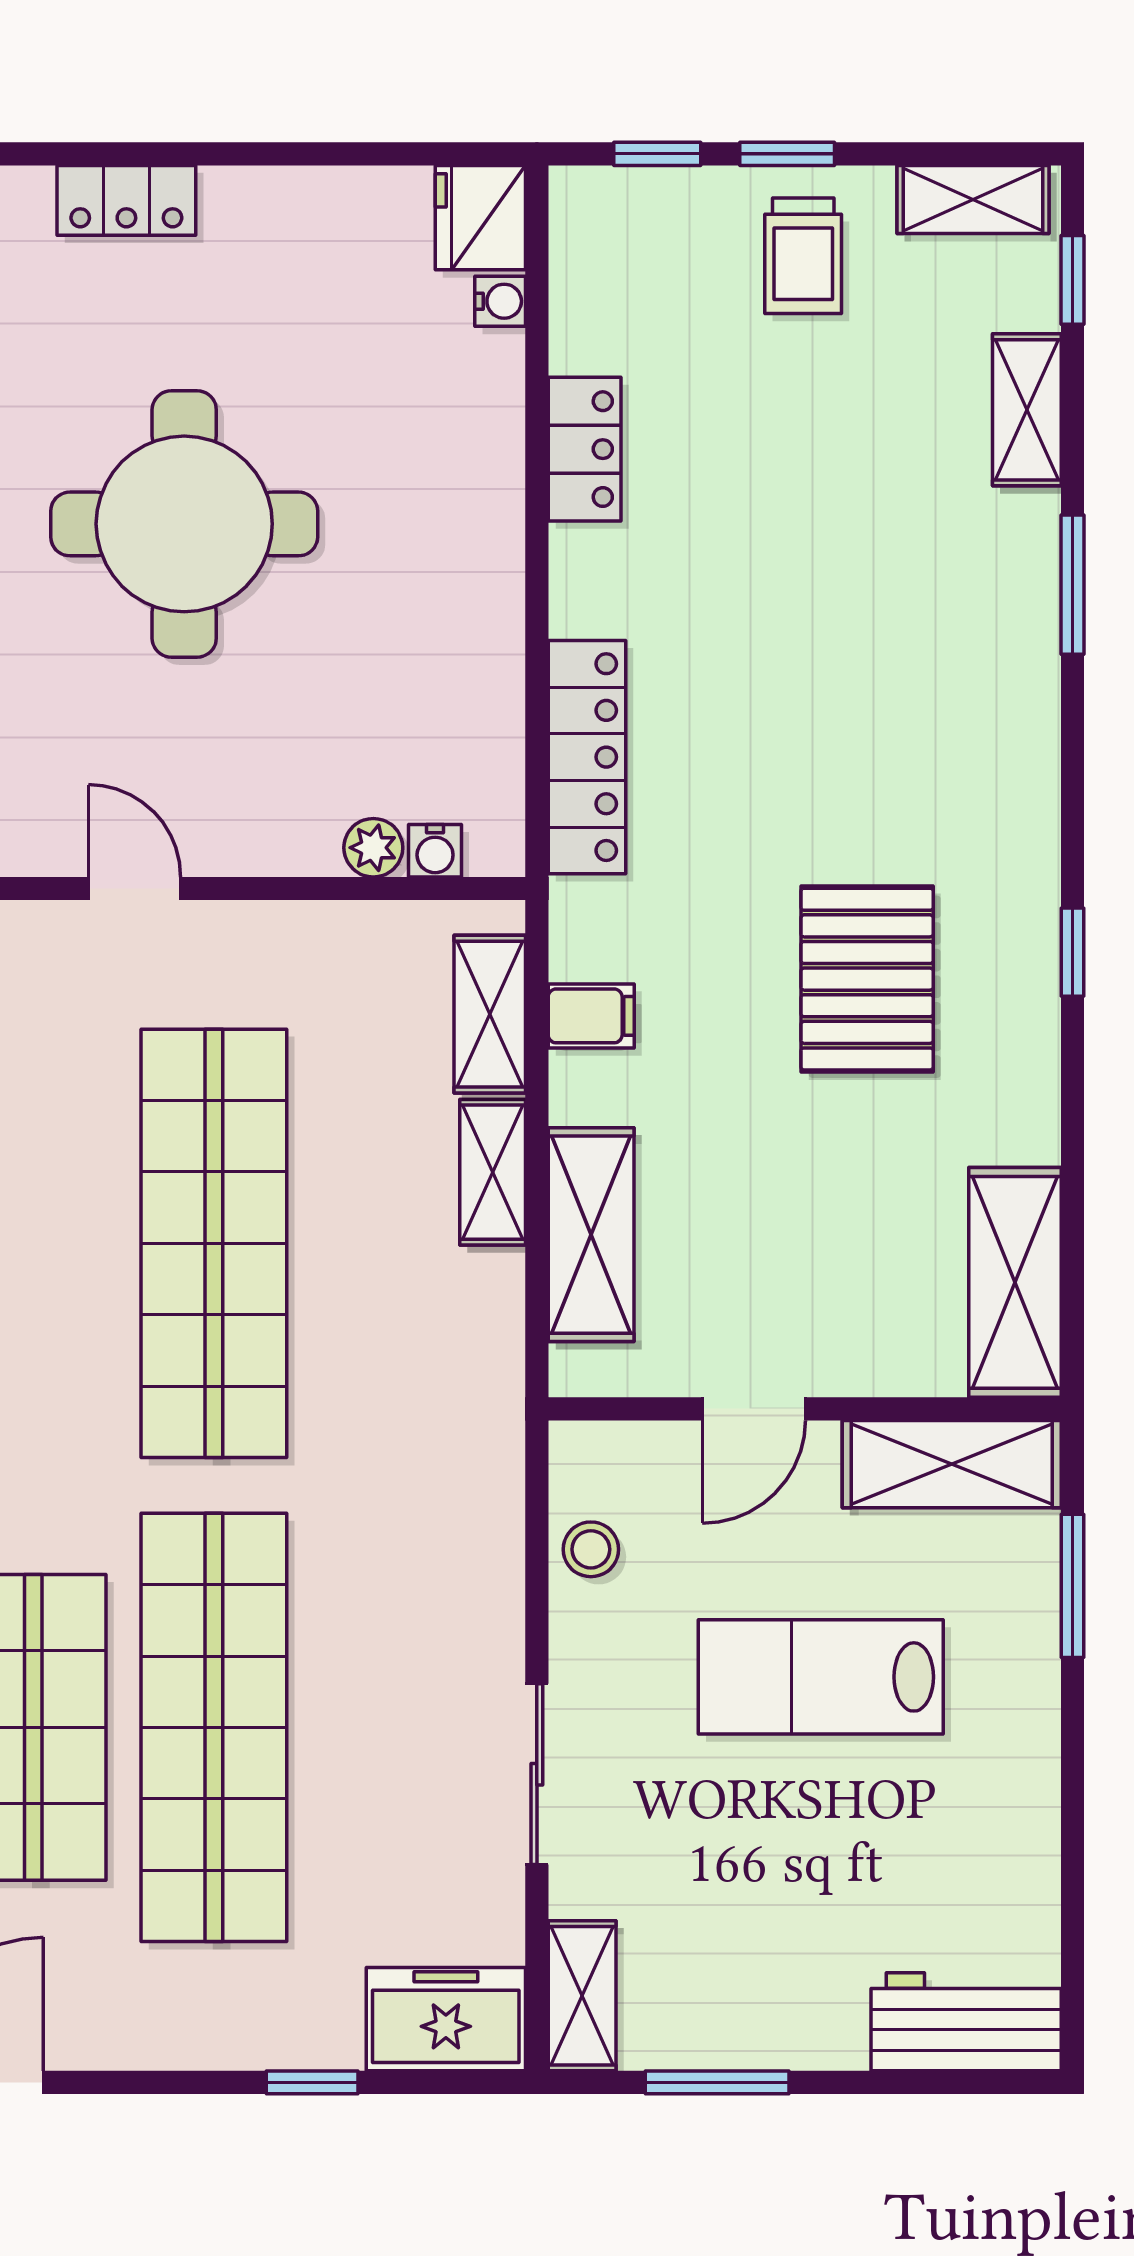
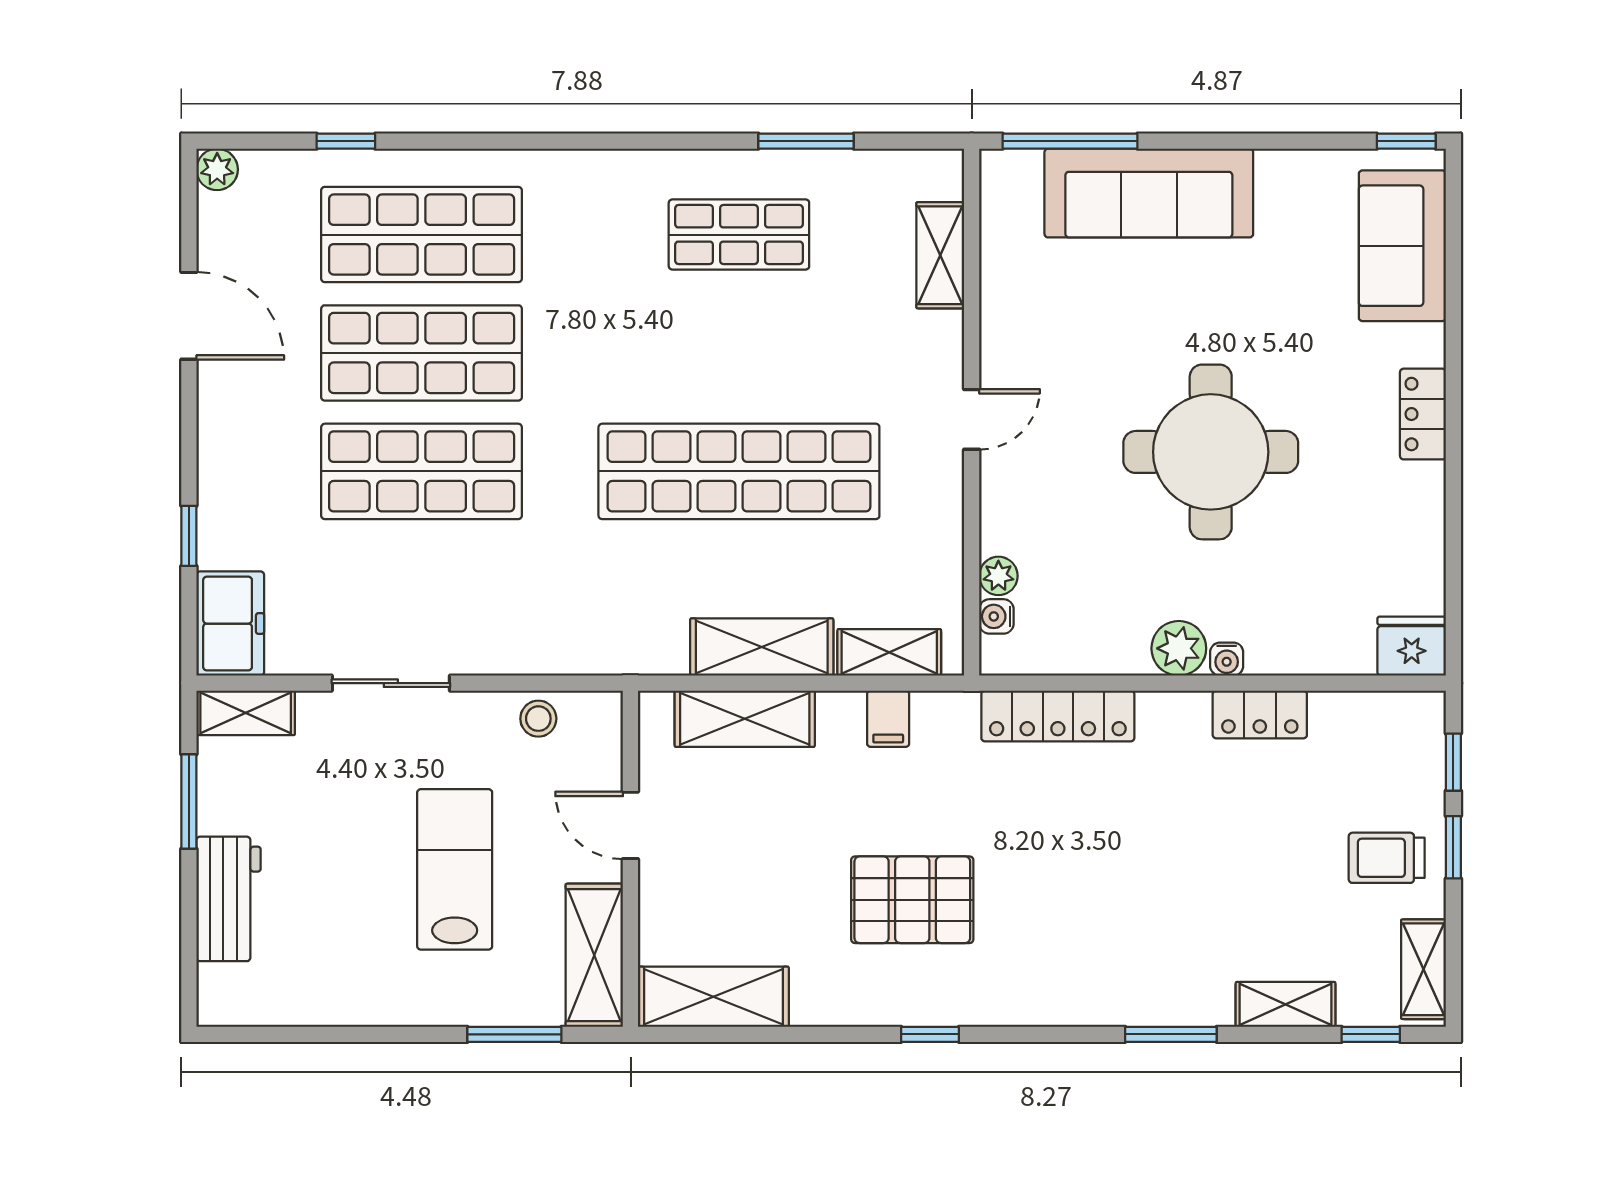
water cooler: (500, 301) -> (1227, 659), moved
plant: (484, 573) -> (1179, 648), added
shelving: (493, 1172) -> (762, 647), width x1.50, depth x1.33
shop shelf: (214, 1727) -> (422, 471), width x0.71
workbench: (966, 2022) -> (229, 899), moved

